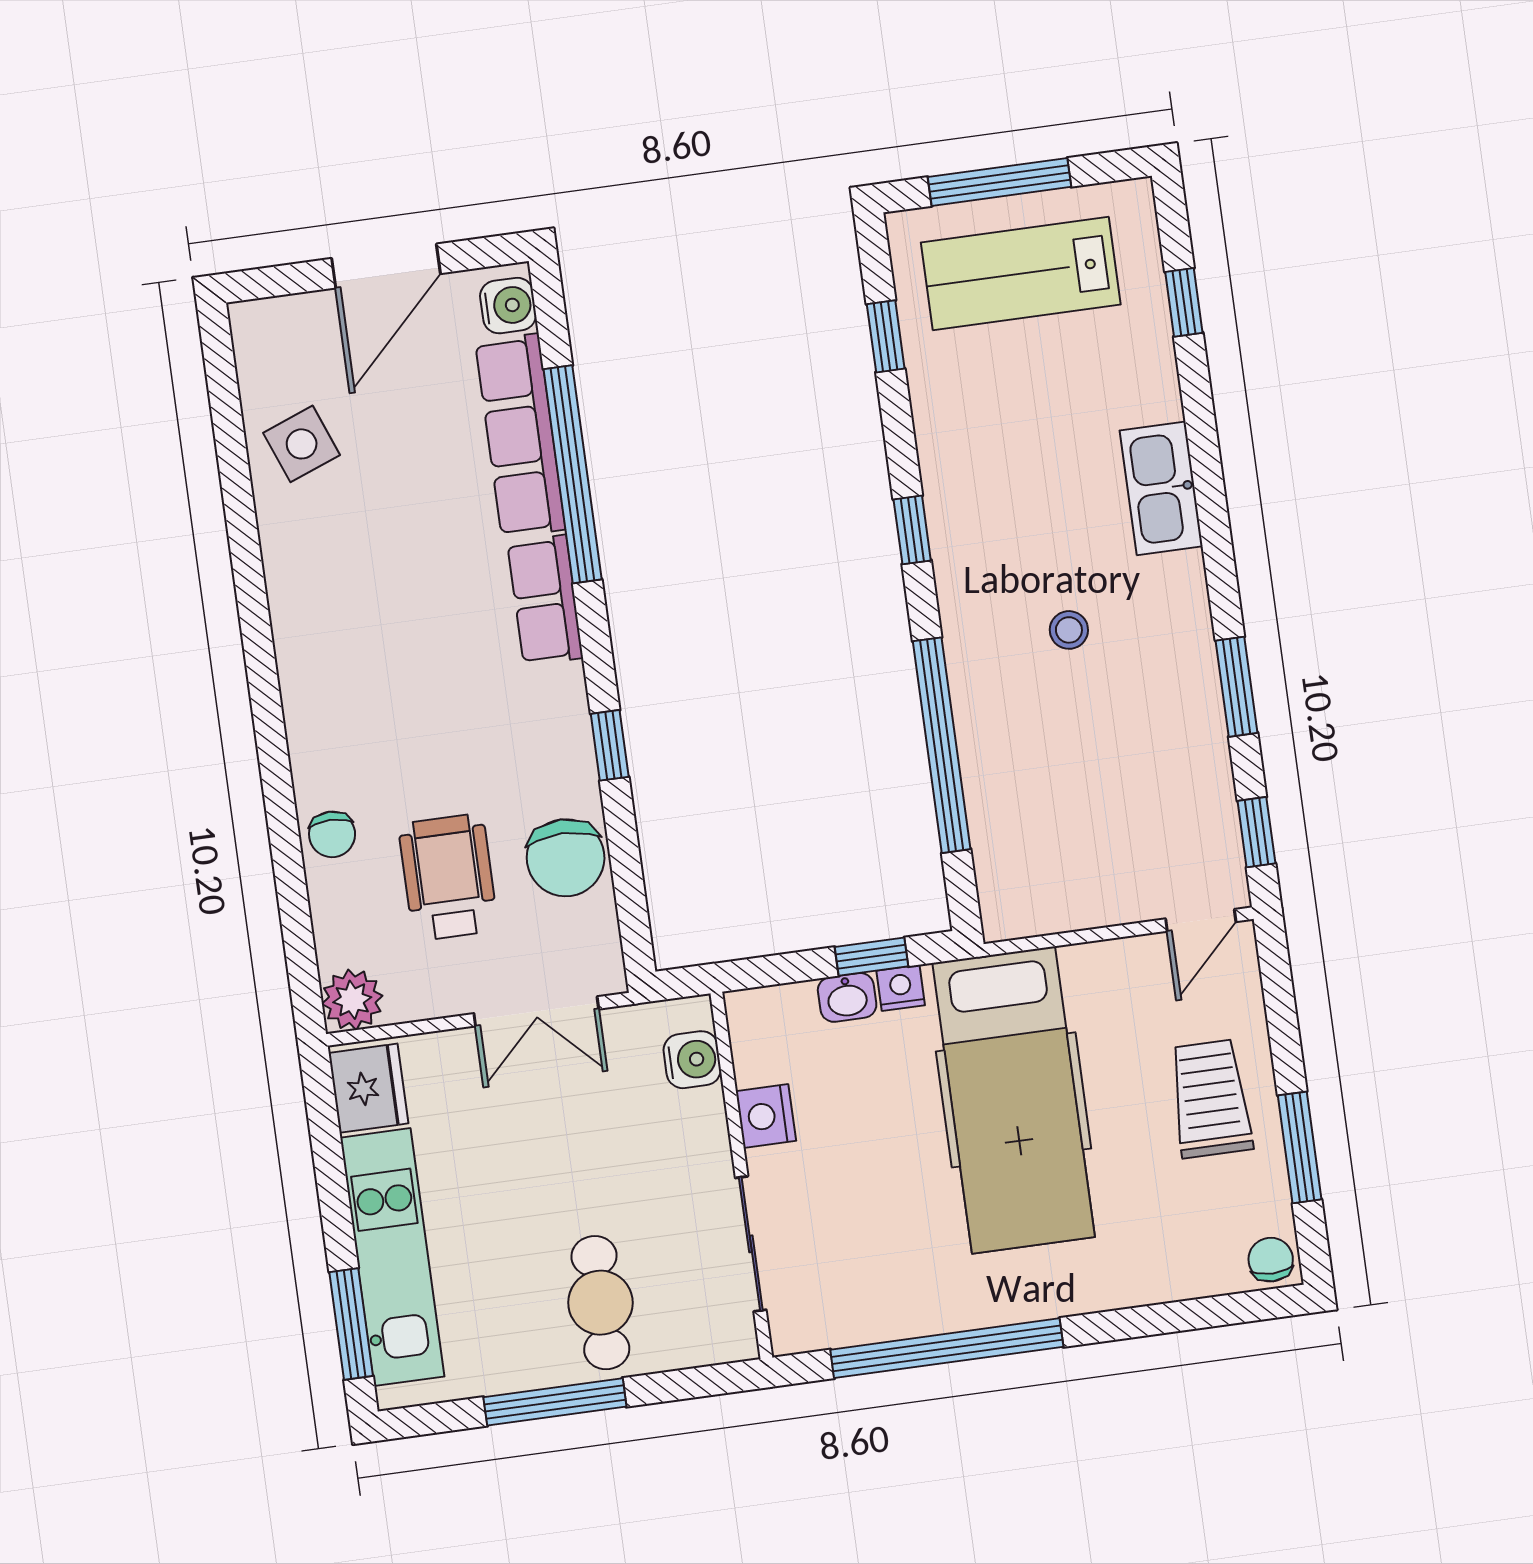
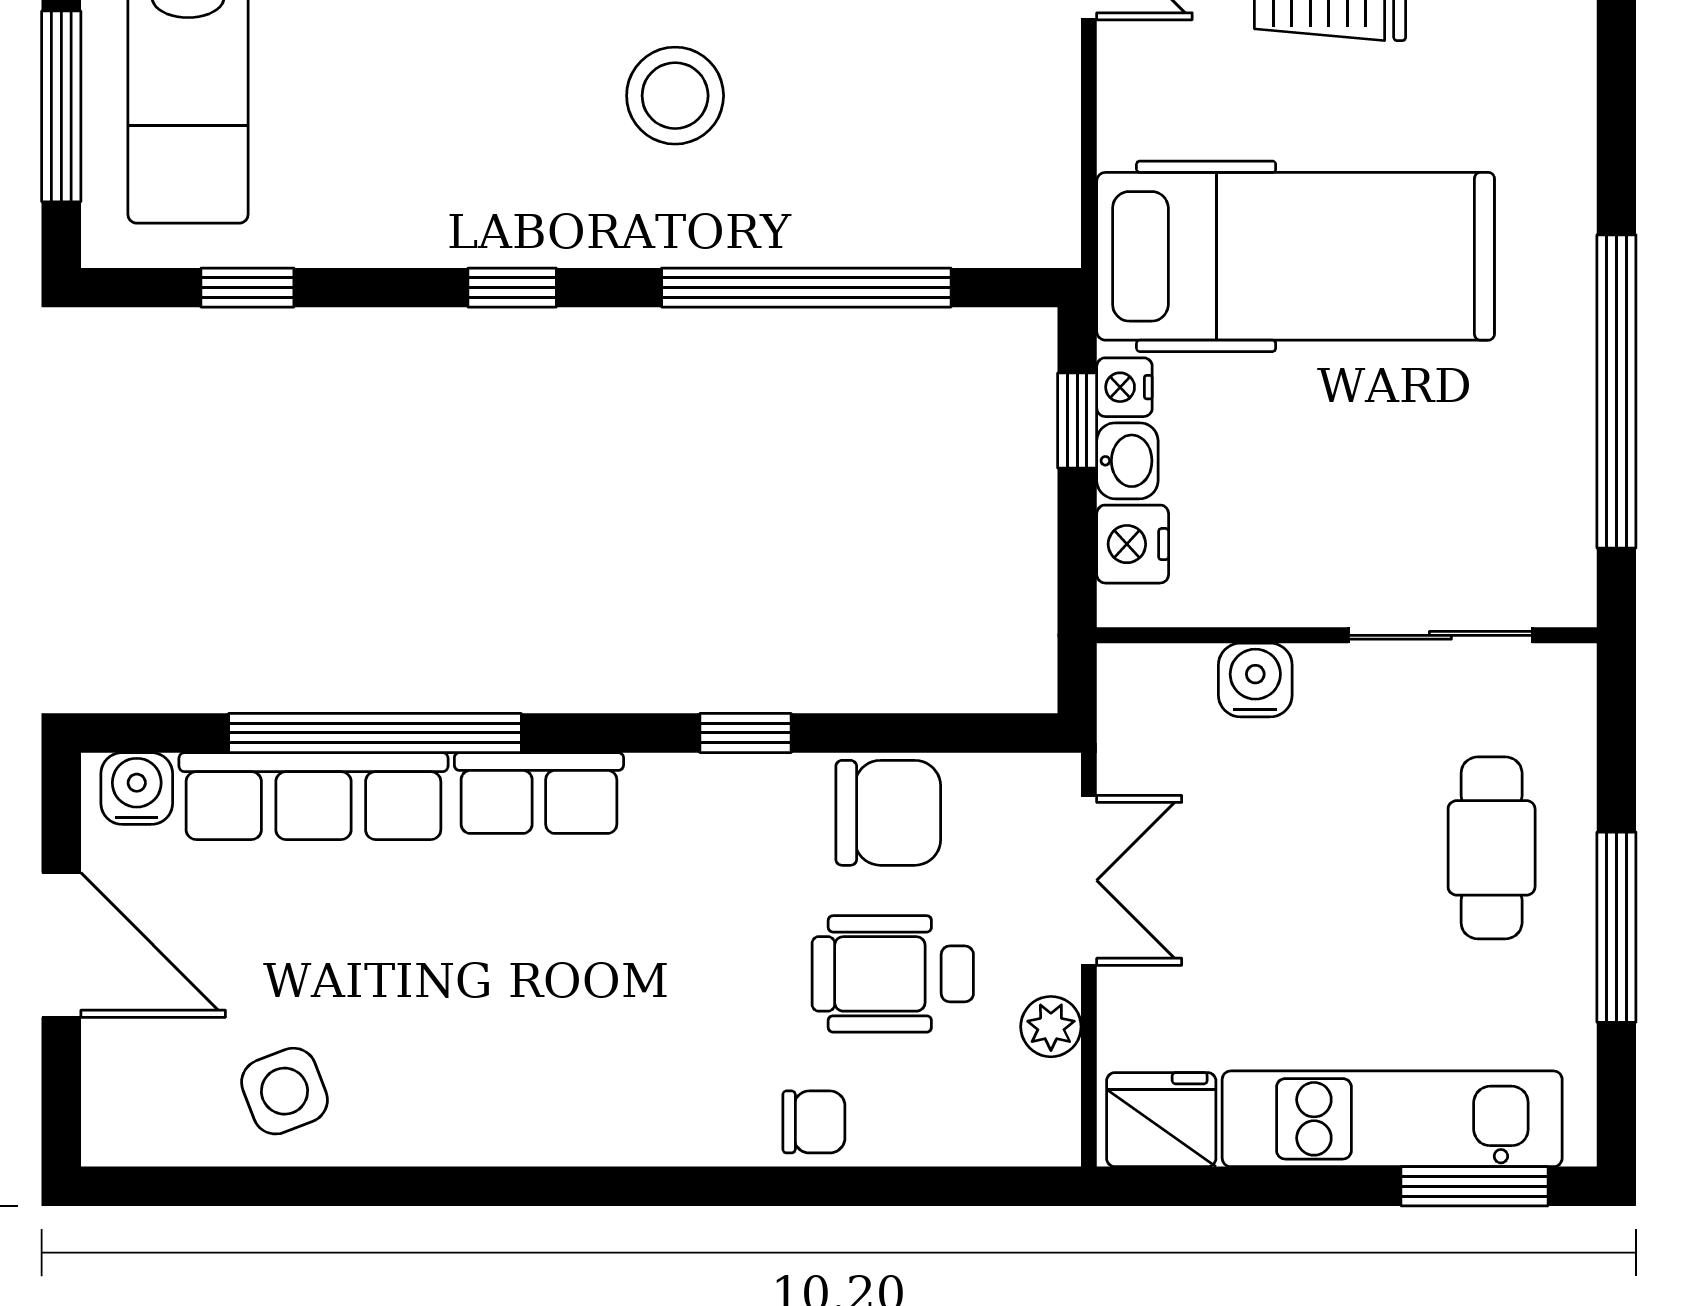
stool: (1069, 630) -> (675, 96), width x1.89, depth x1.89
plant: (352, 1000) -> (1051, 1027), moved, width x0.73, depth x0.73
water cooler: (692, 1060) -> (1255, 680), moved
nightstand: (766, 1116) -> (1133, 544), moved, turned 90
cafe table: (600, 1303) -> (1492, 848), turned 90

